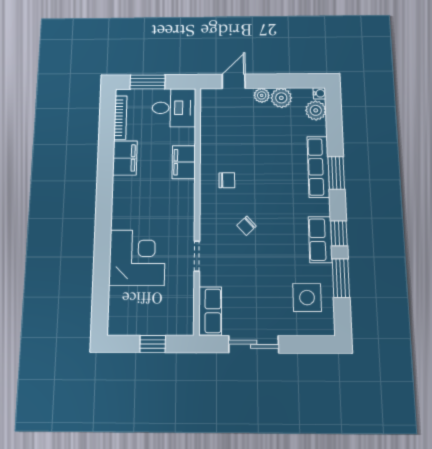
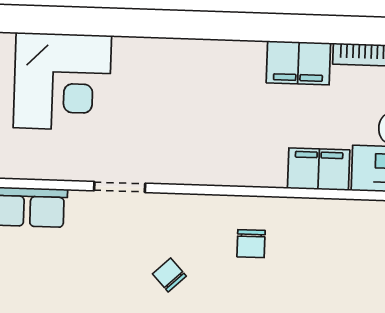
filing cabinet: (184, 162) -> (319, 169), moved
corner desk: (137, 258) -> (62, 82), moved

